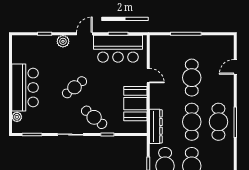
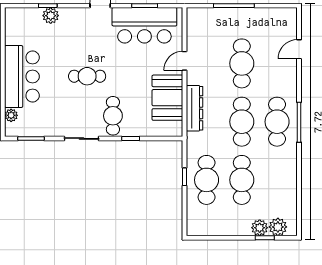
plant: (63, 41) -> (51, 16), moved
door: (148, 76) -> (185, 61), swing flipped
cafe table: (74, 87) -> (87, 76), turned 39
cafe table: (94, 117) -> (113, 116), turned 50
dresser: (156, 126) -> (195, 108), moved

